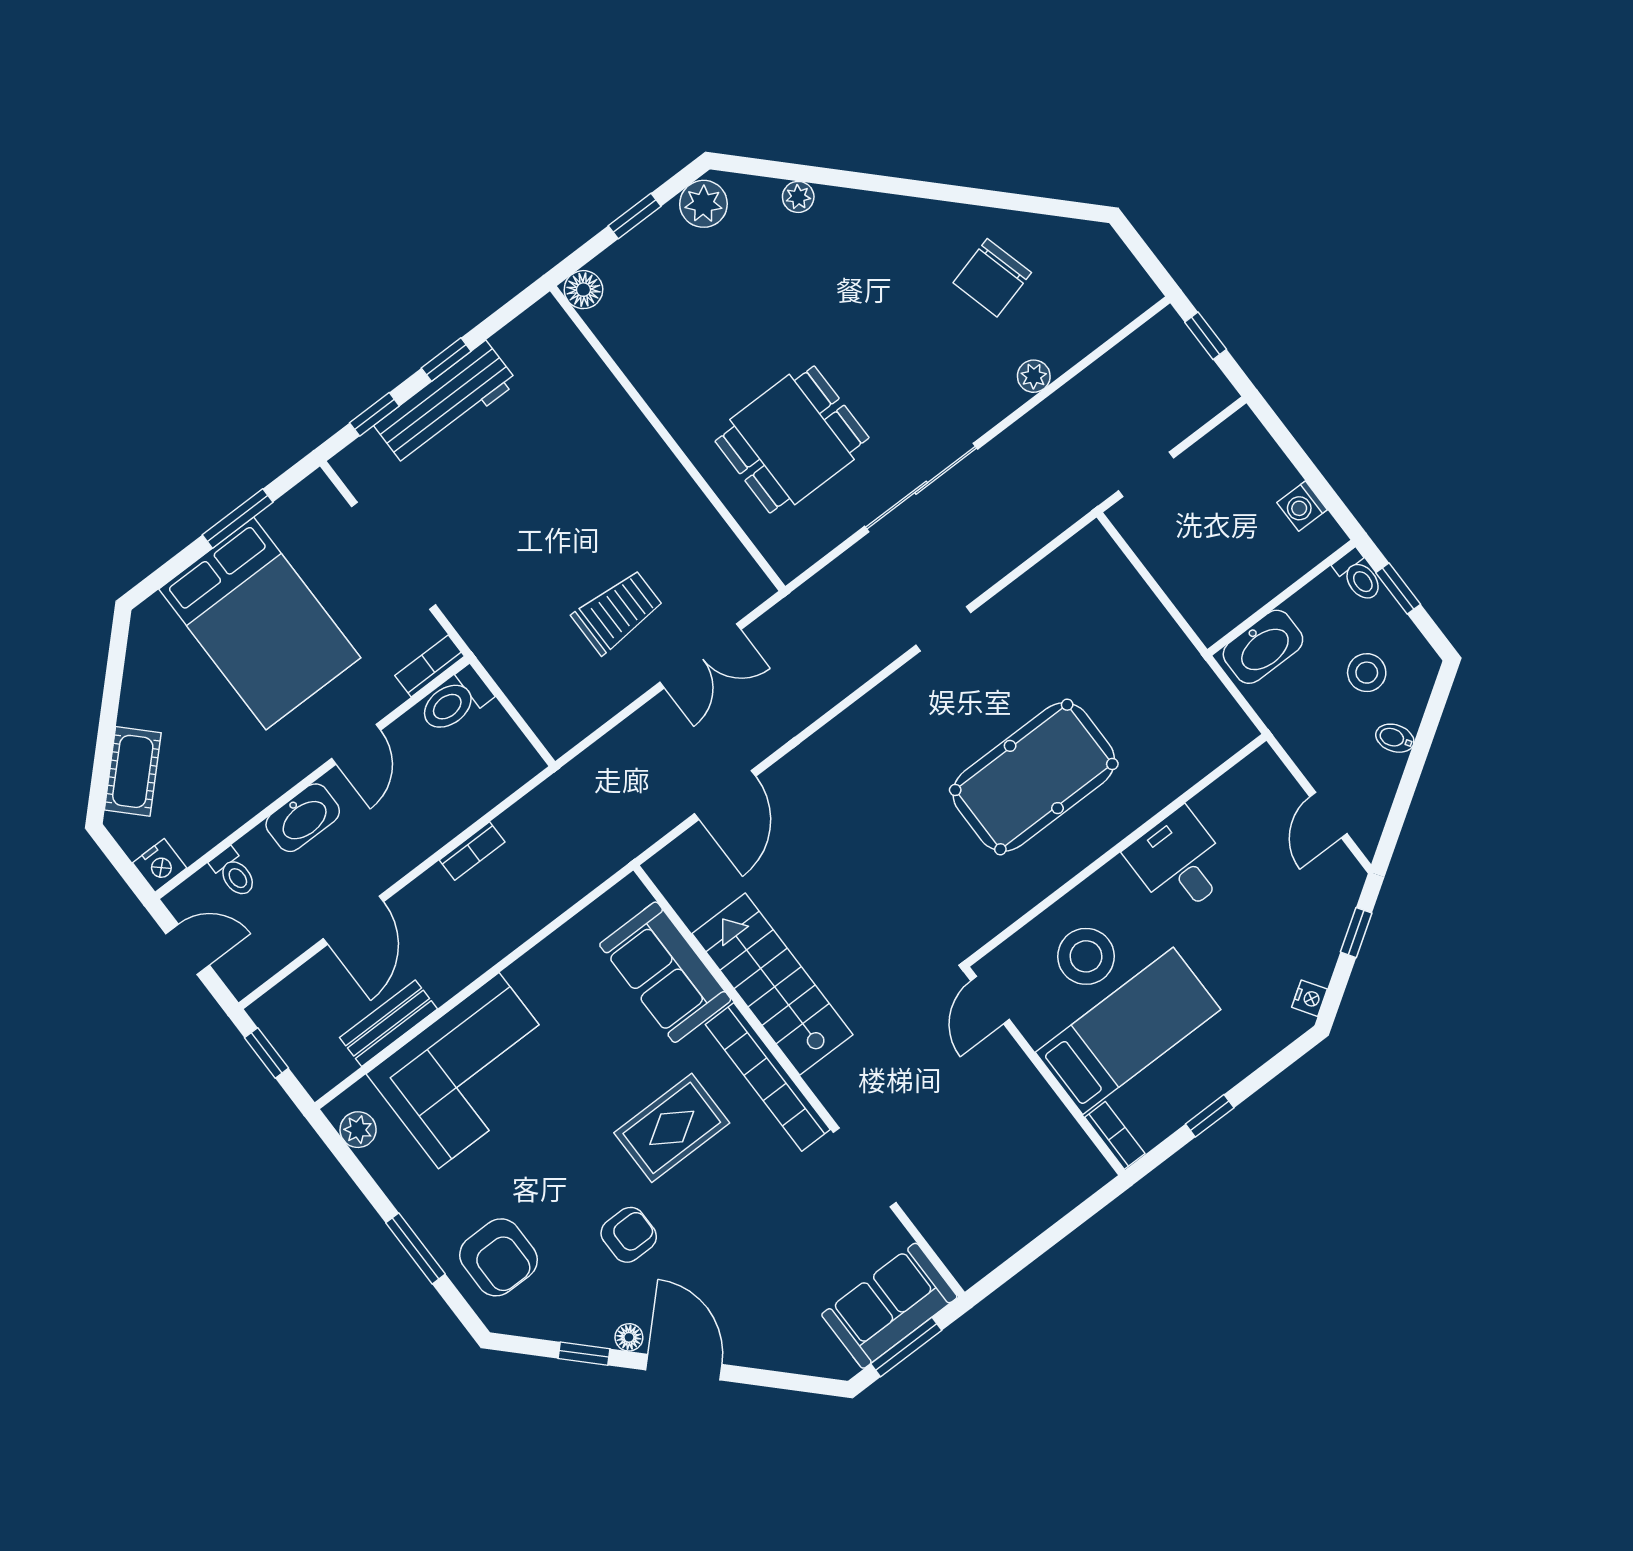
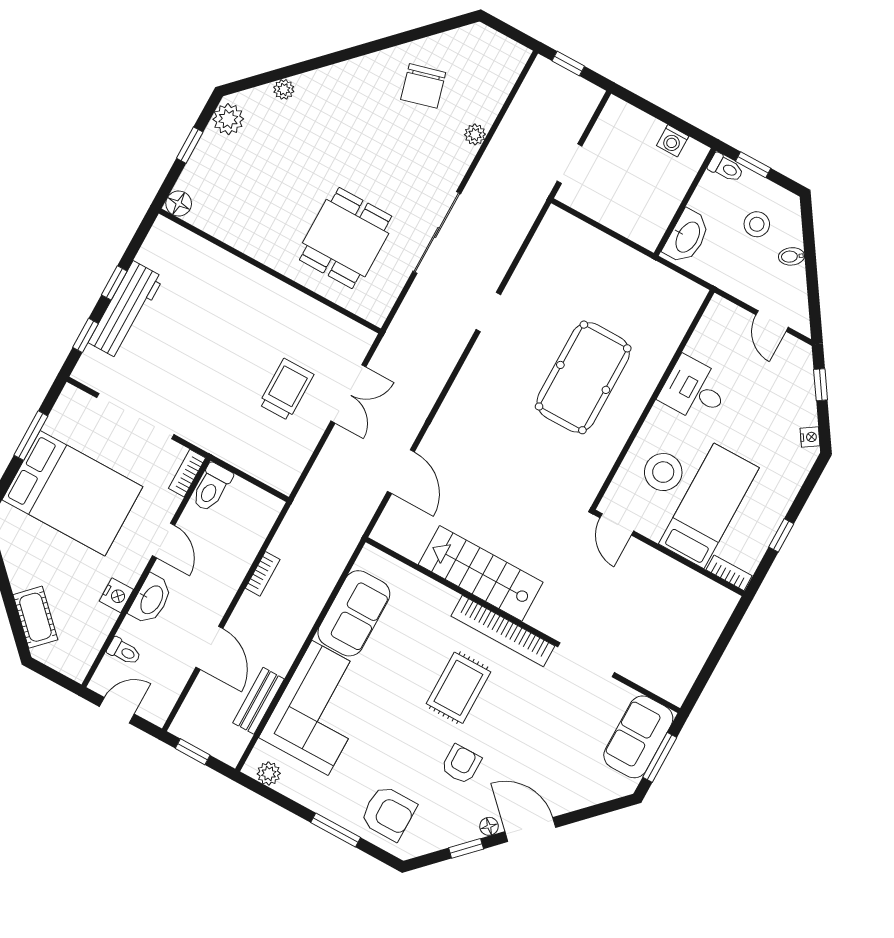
nightstand: (160, 865) -> (116, 595), moved
sofa: (665, 972) -> (354, 613), moved, turned -90

